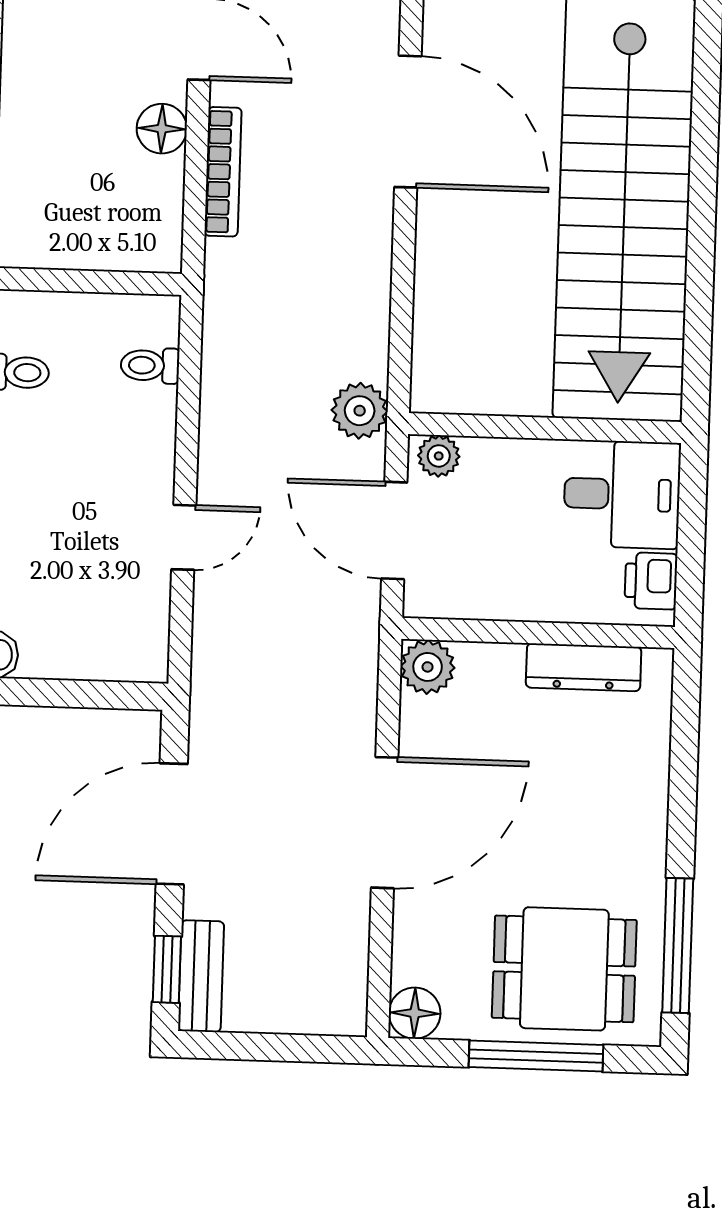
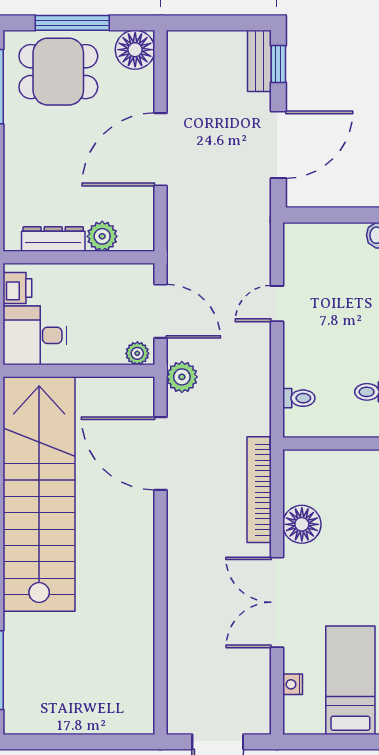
door: (408, 122) -> (160, 454), moved
floor lamp: (162, 129) -> (302, 524), width x1.38, depth x1.38
bookcase: (223, 172) -> (259, 490), width x1.48, depth x1.31
plant: (428, 667) -> (102, 236), moved
floor lamp: (415, 1013) -> (135, 50), width x1.38, depth x1.38

